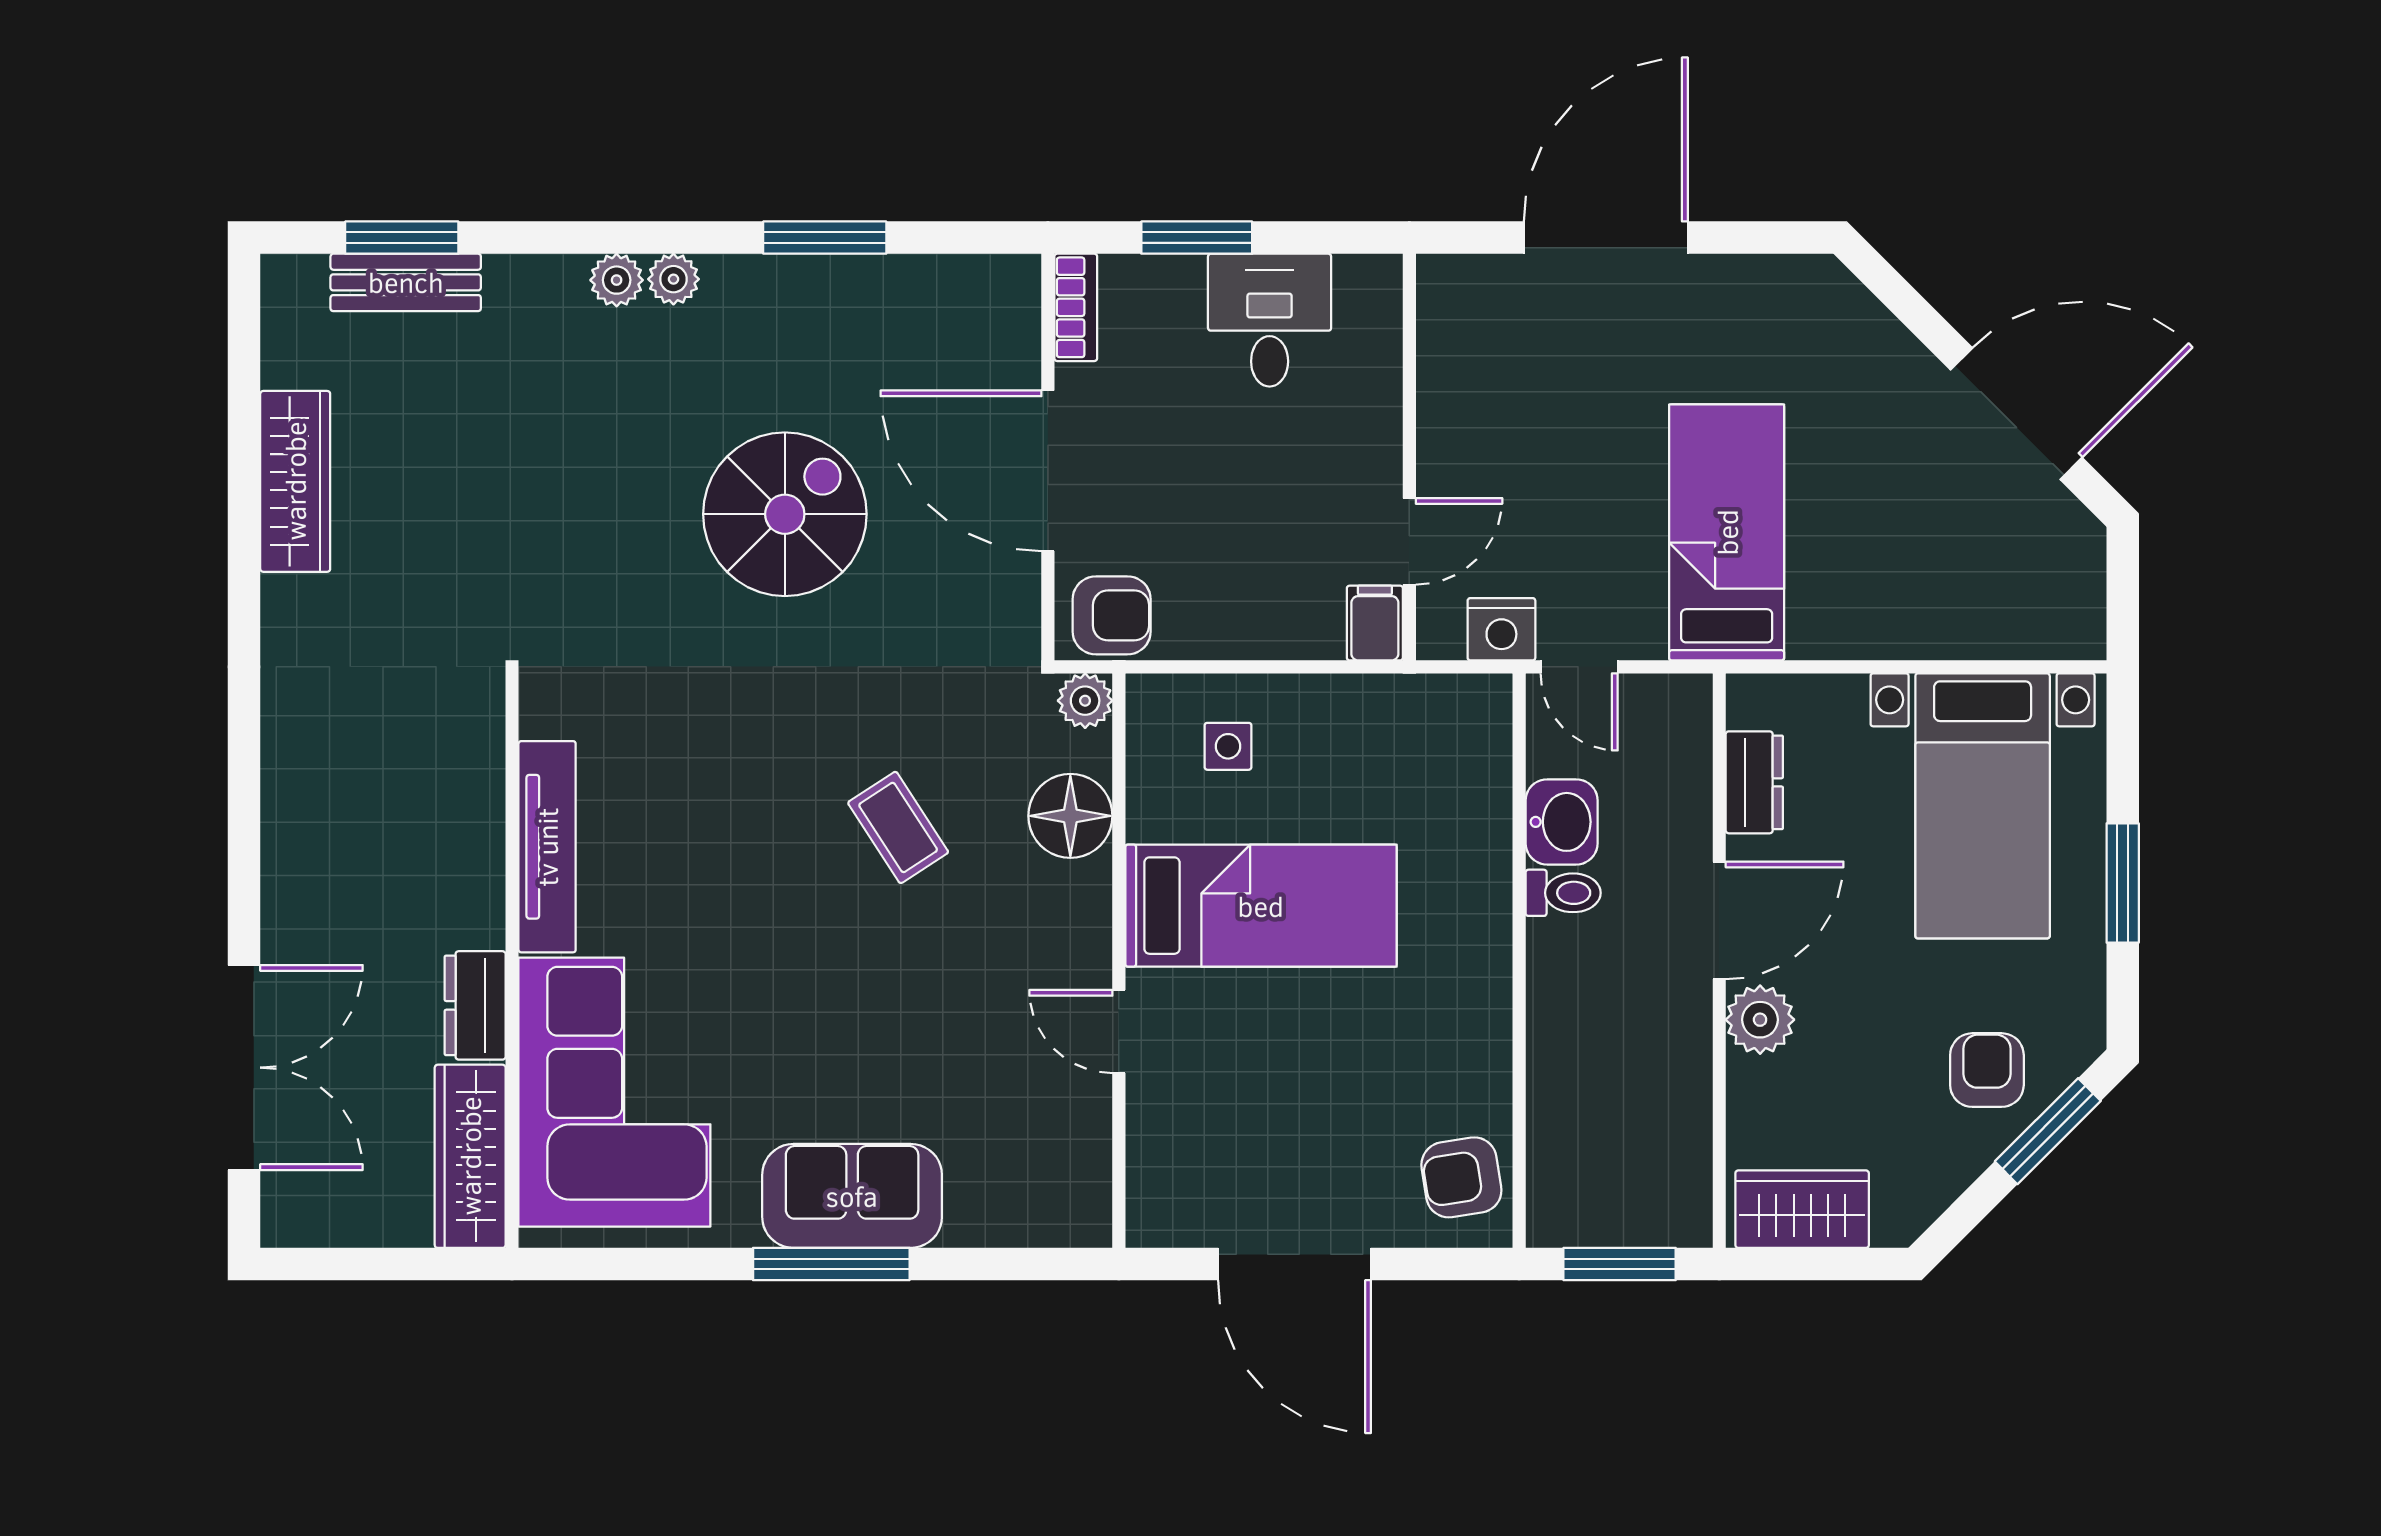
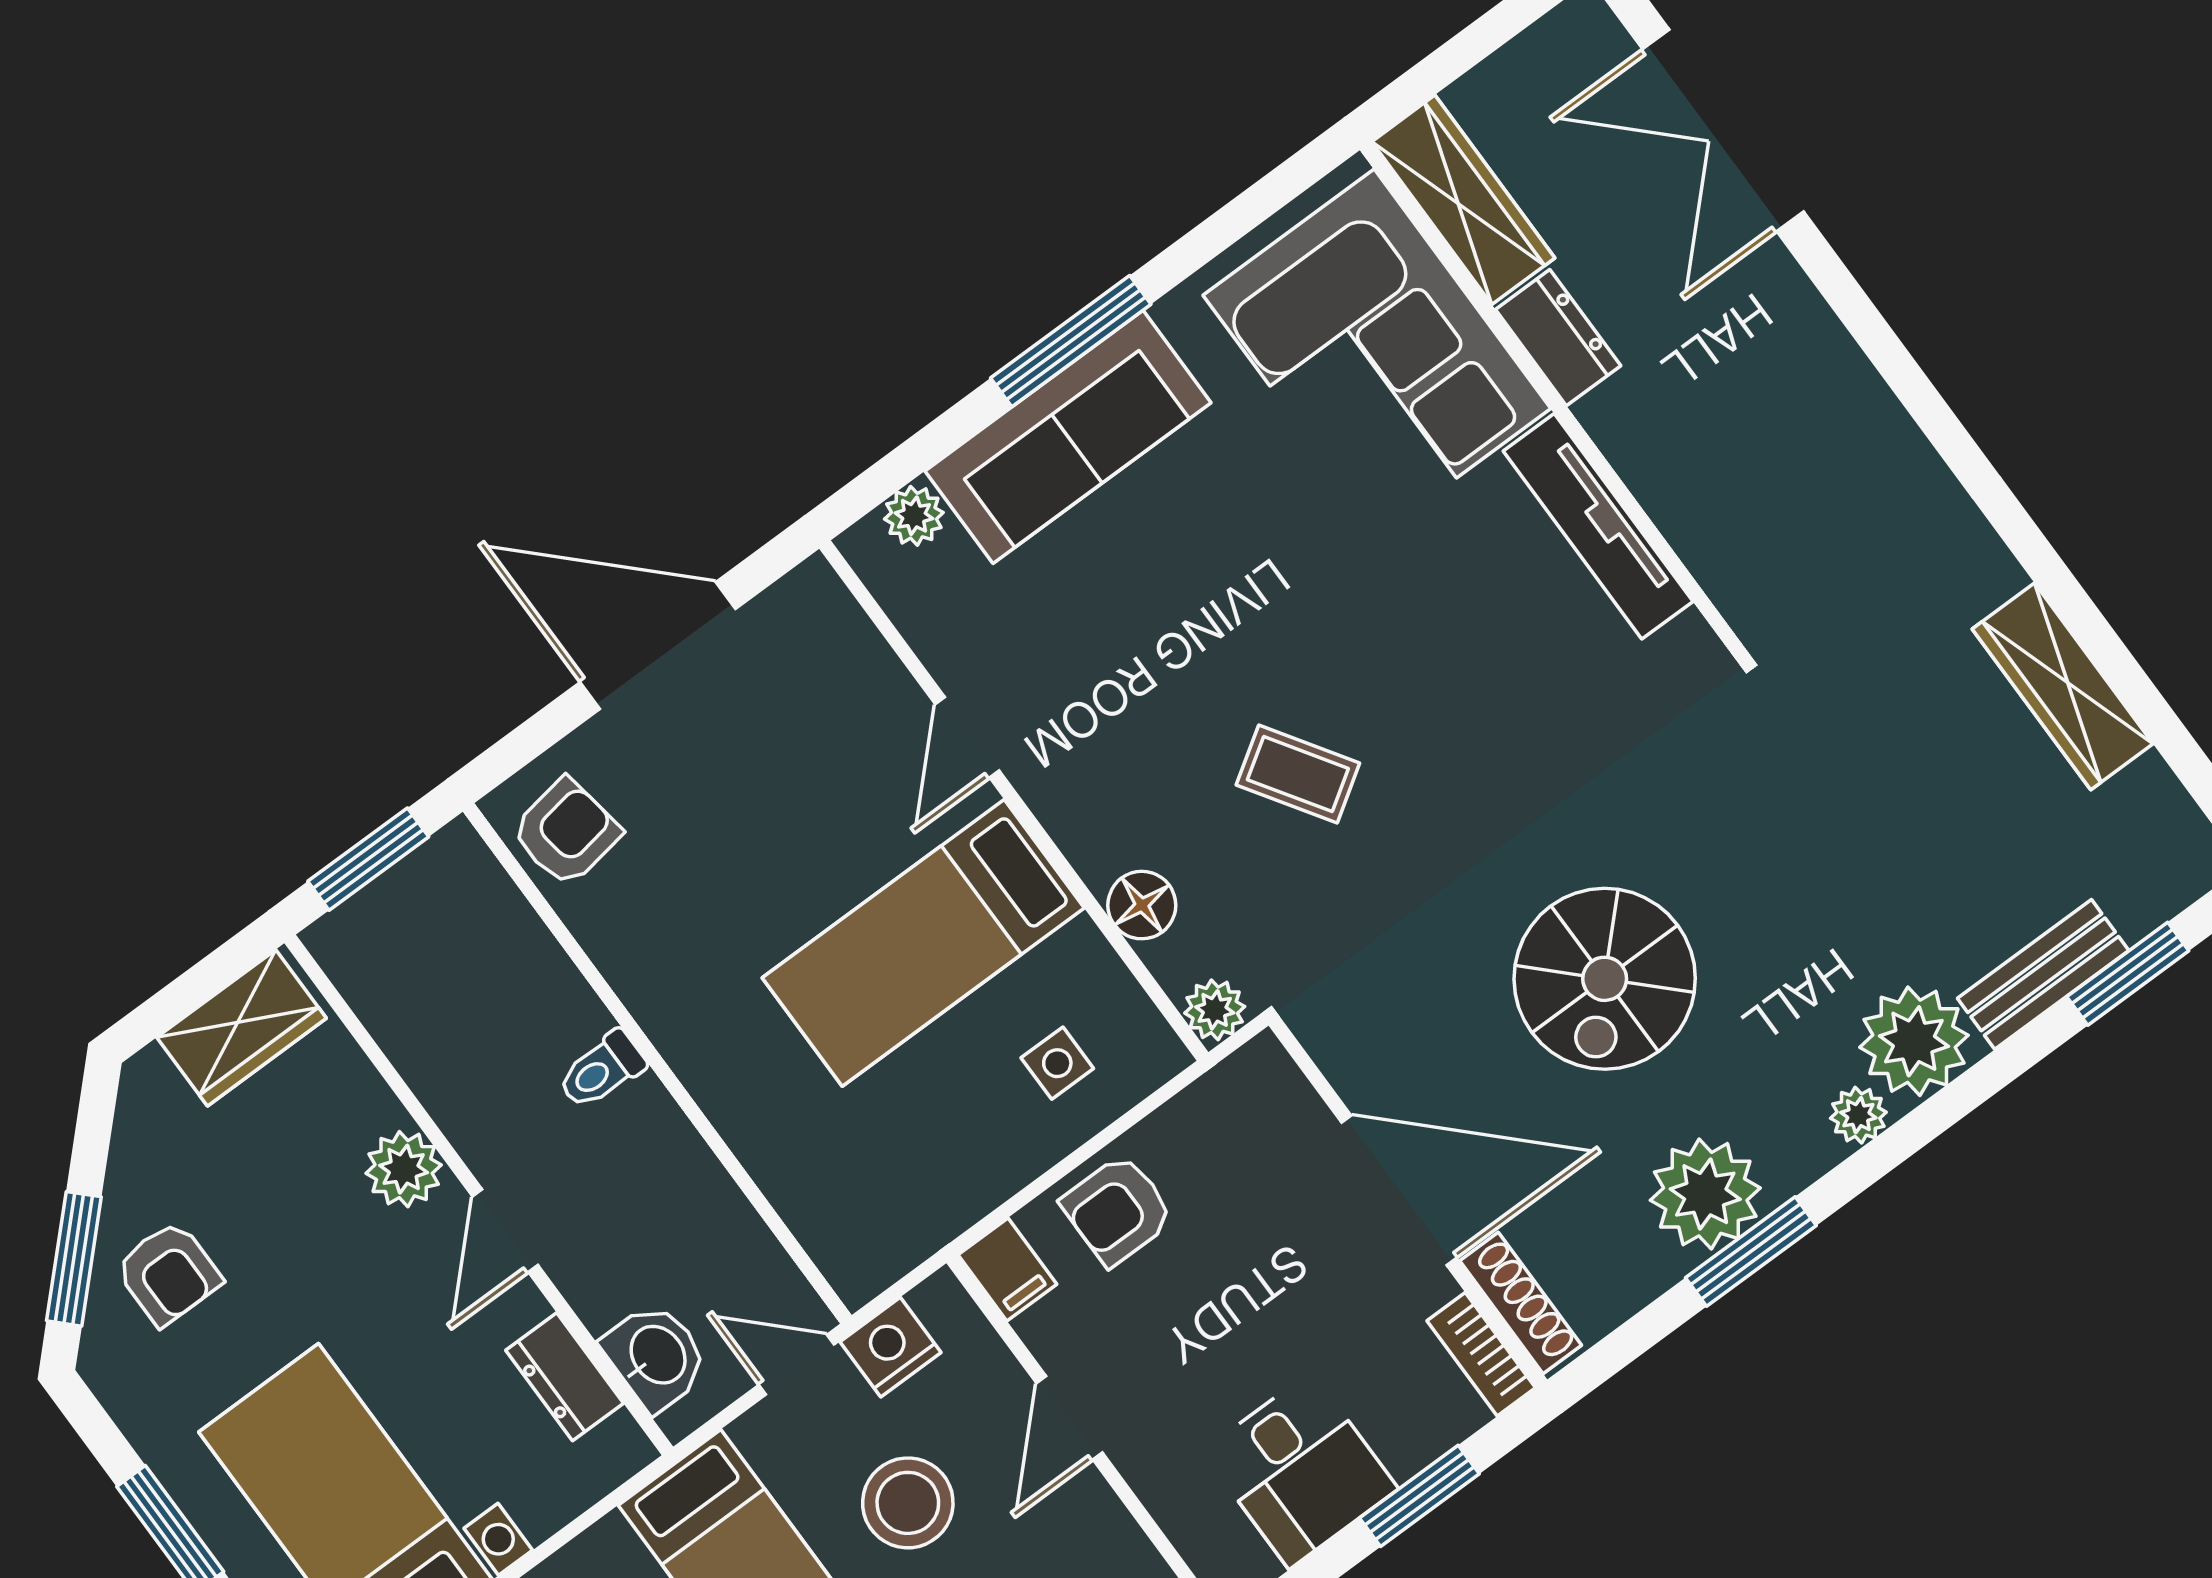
plant: (617, 280) -> (1914, 1041), width x1.88, depth x1.88
bench: (406, 282) -> (2043, 974), moved
plant: (827, 304) -> (1705, 1194), added
shoe rack: (1020, 324) -> (1521, 1303), added
stool: (1572, 507) -> (908, 1503), added
door: (1409, 541) -> (1069, 1418), moved
armchair: (1112, 615) -> (1118, 1210), moved
floor lamp: (1070, 816) -> (1142, 905), width x0.73, depth x0.73
washbasin: (1562, 822) -> (656, 1356), moved, turned 180
toilet: (1563, 893) -> (601, 1070), moved
door: (1719, 920) -> (505, 1231), width x0.73
door: (1119, 1031) -> (967, 737), swing flipped
sofa: (852, 1196) -> (1068, 437), width x1.36
plant: (1039, 1221) -> (914, 516), added

